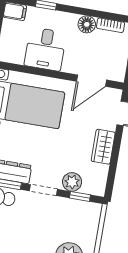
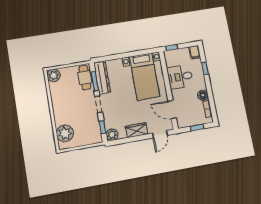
plant: (72, 182) -> (112, 135), moved

